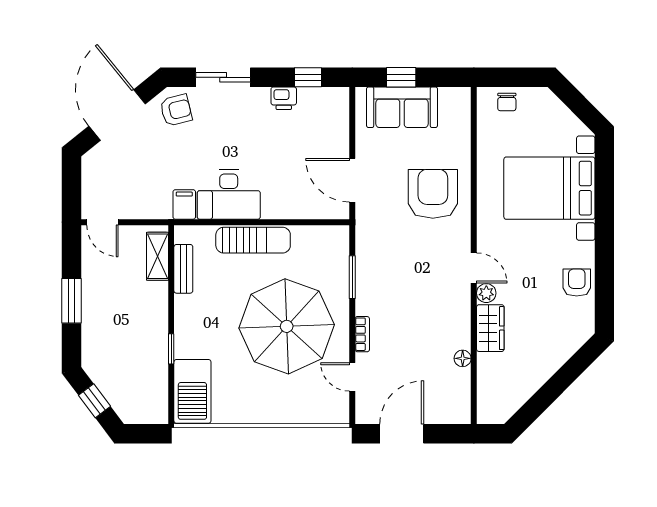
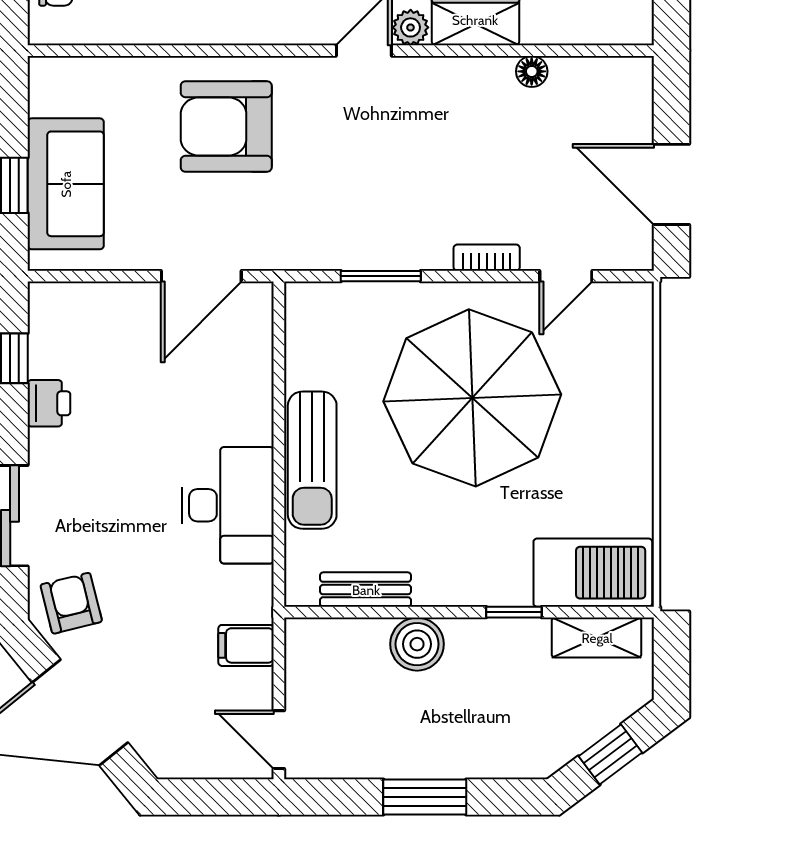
filing cabinet: (184, 204) -> (246, 645), moved
door: (102, 222) -> (279, 740), swing flipped
sun lounger: (253, 240) -> (312, 460), turned 180
shelving: (157, 256) -> (597, 638), moved
boiler: (154, 297) -> (417, 644), added

